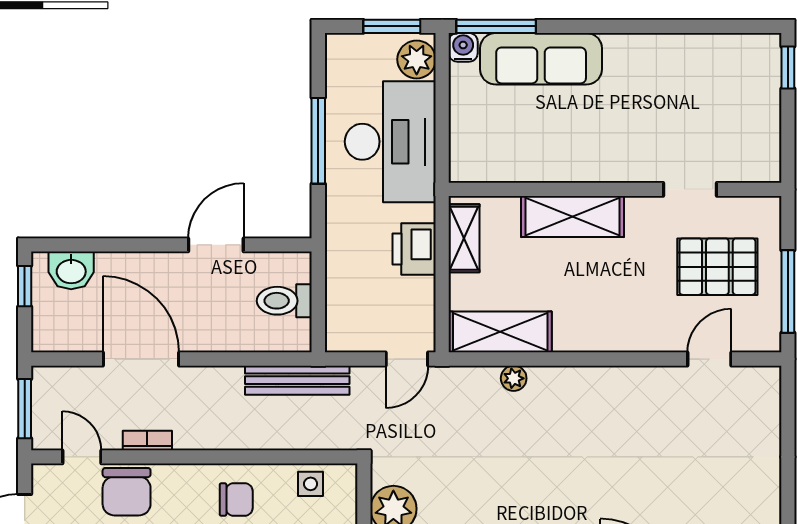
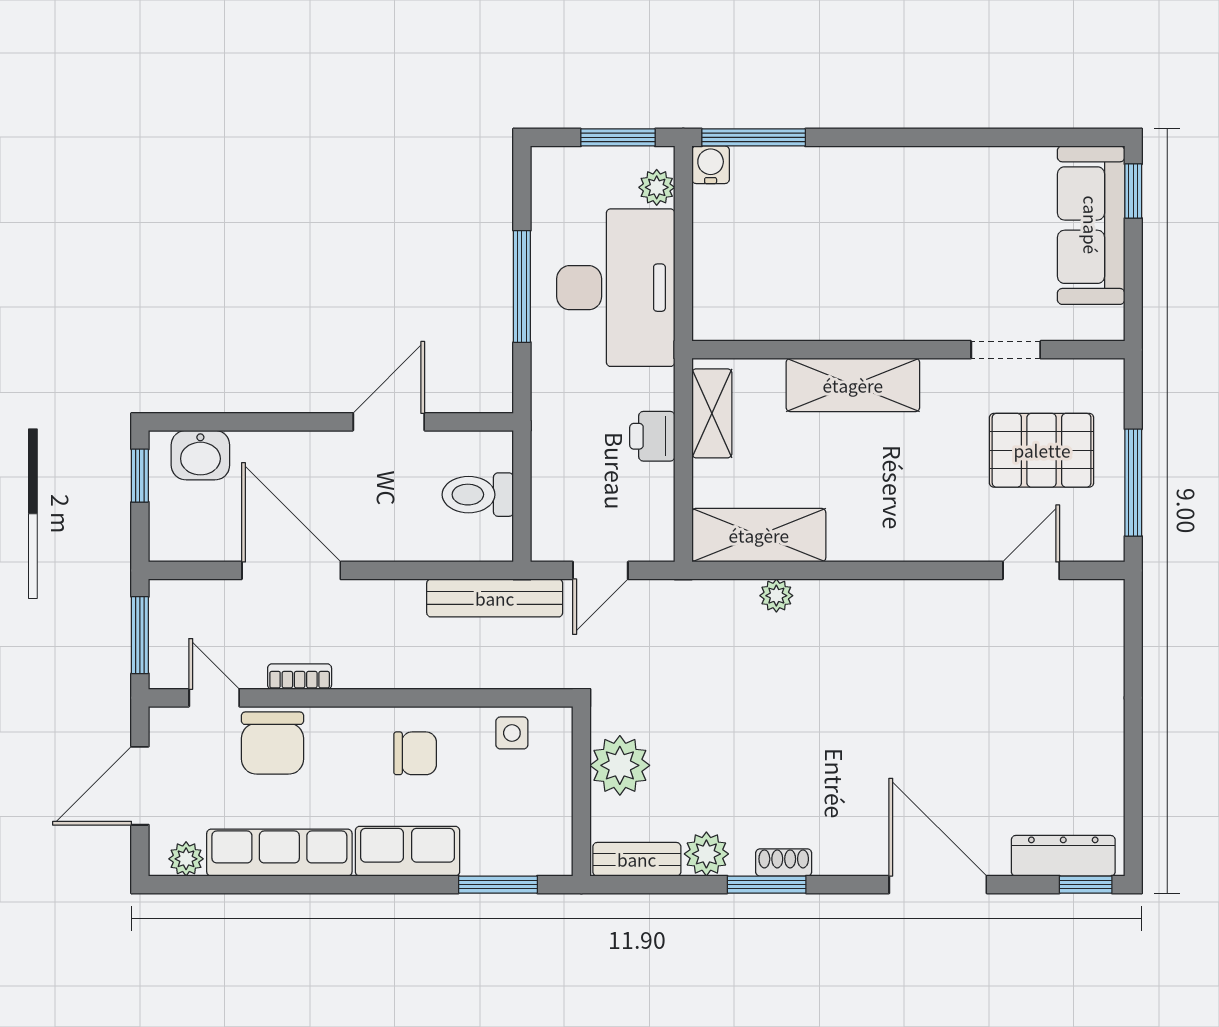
plant: (417, 59) -> (657, 187), width x0.73, depth x0.73
sofa: (541, 59) -> (1091, 225), moved, turned 90
printer: (414, 249) -> (652, 436), width x0.73, depth x0.81
door: (407, 359) -> (600, 570), moved

